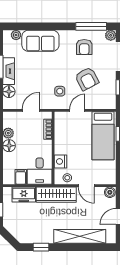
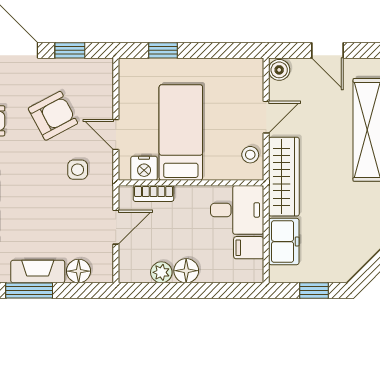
door: (31, 110) -> (116, 227), swing flipped
bed: (103, 136) -> (181, 132), moved, turned -90
nightstand: (60, 161) -> (144, 168), moved

